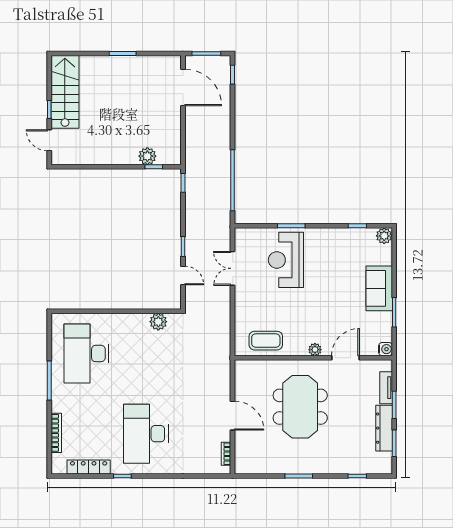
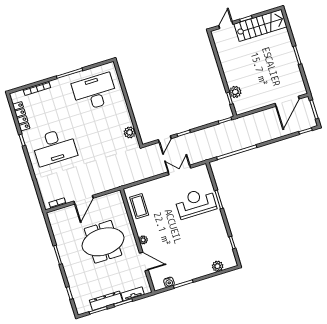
plant: (384, 236) -> (218, 266), moved
sofa: (379, 288) -> (196, 269), removed
water cooler: (385, 349) -> (169, 282), moved
desk: (146, 434) -> (54, 147), turned 180

